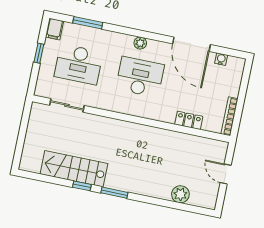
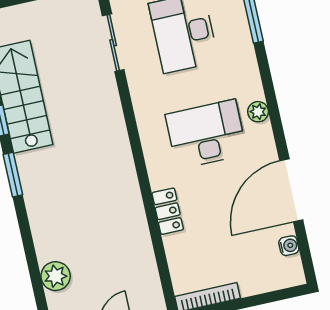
desk: (140, 77) -> (206, 134), turned -90
locker: (189, 120) -> (168, 211), moved

